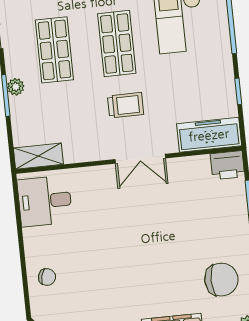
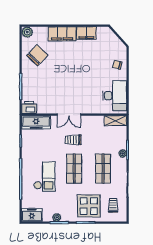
double door: (140, 159) -> (69, 115), swing flipped
desk: (45, 201) -> (115, 96), width x1.37
chair: (221, 280) -> (37, 55), turned 133

